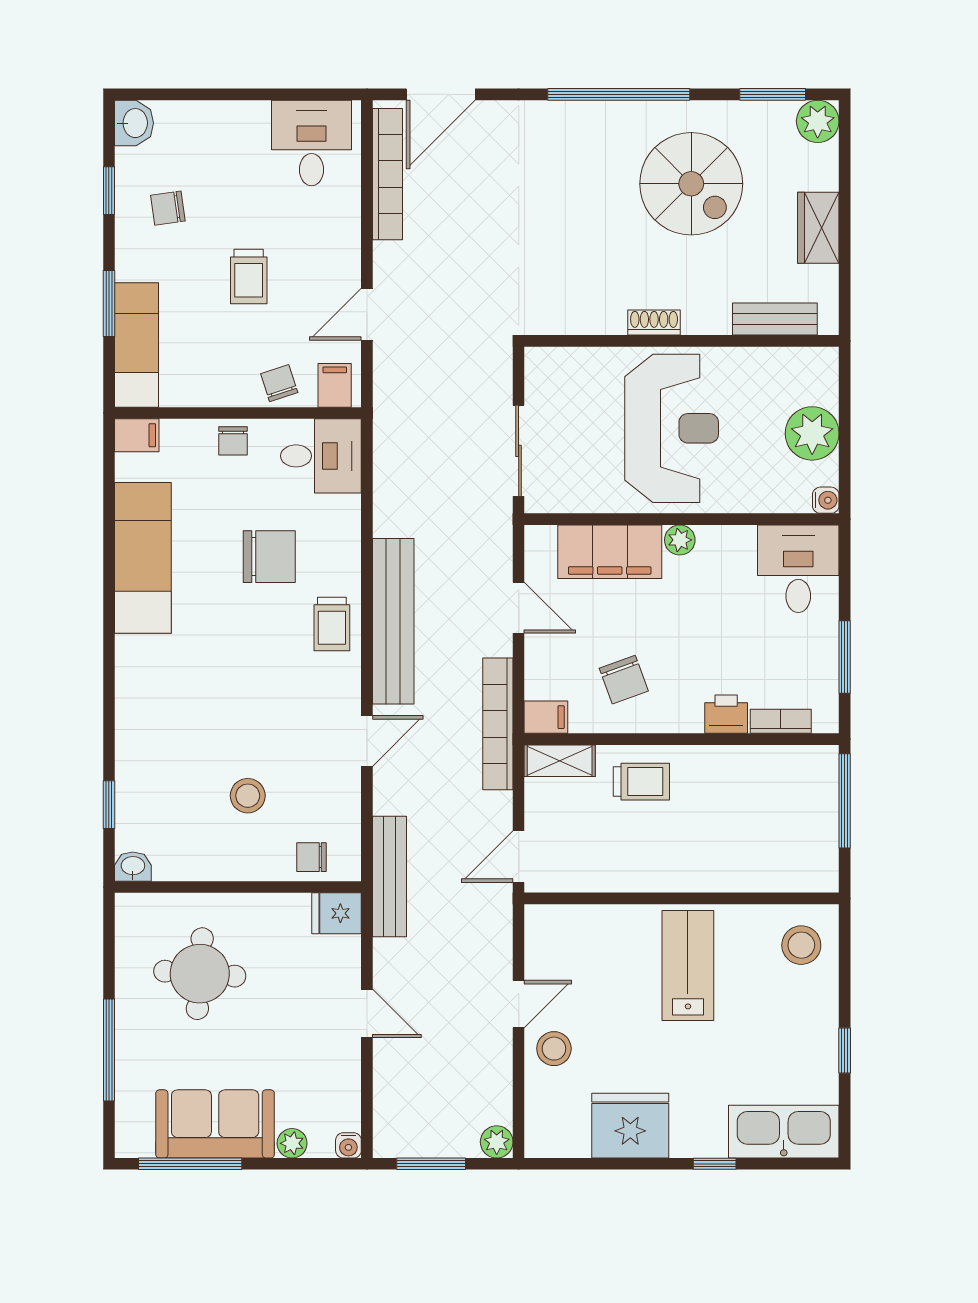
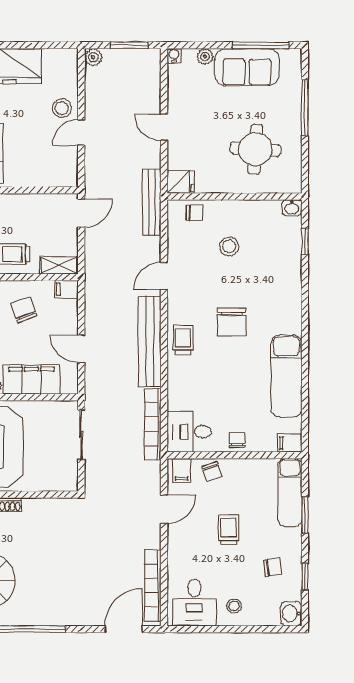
stool: (239, 137) -> (234, 606), added
chair: (269, 557) -> (231, 322), moved, turned -90
bookcase: (498, 724) -> (153, 424), moved, turned 180

